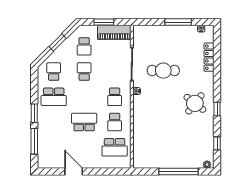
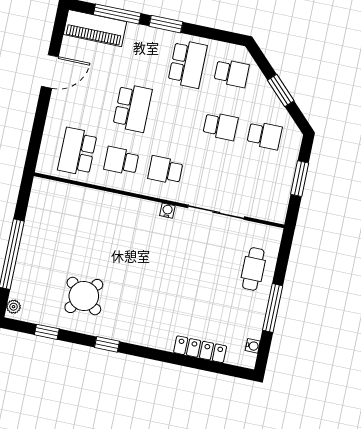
piano: (114, 32) -> (95, 28), moved, turned -90
school desk: (84, 46) -> (264, 135), turned 180
cafe table: (163, 71) -> (253, 269), moved, width x0.73, depth x0.74
school desk: (54, 97) -> (188, 64), turned 180
round table: (195, 103) -> (84, 296), moved

